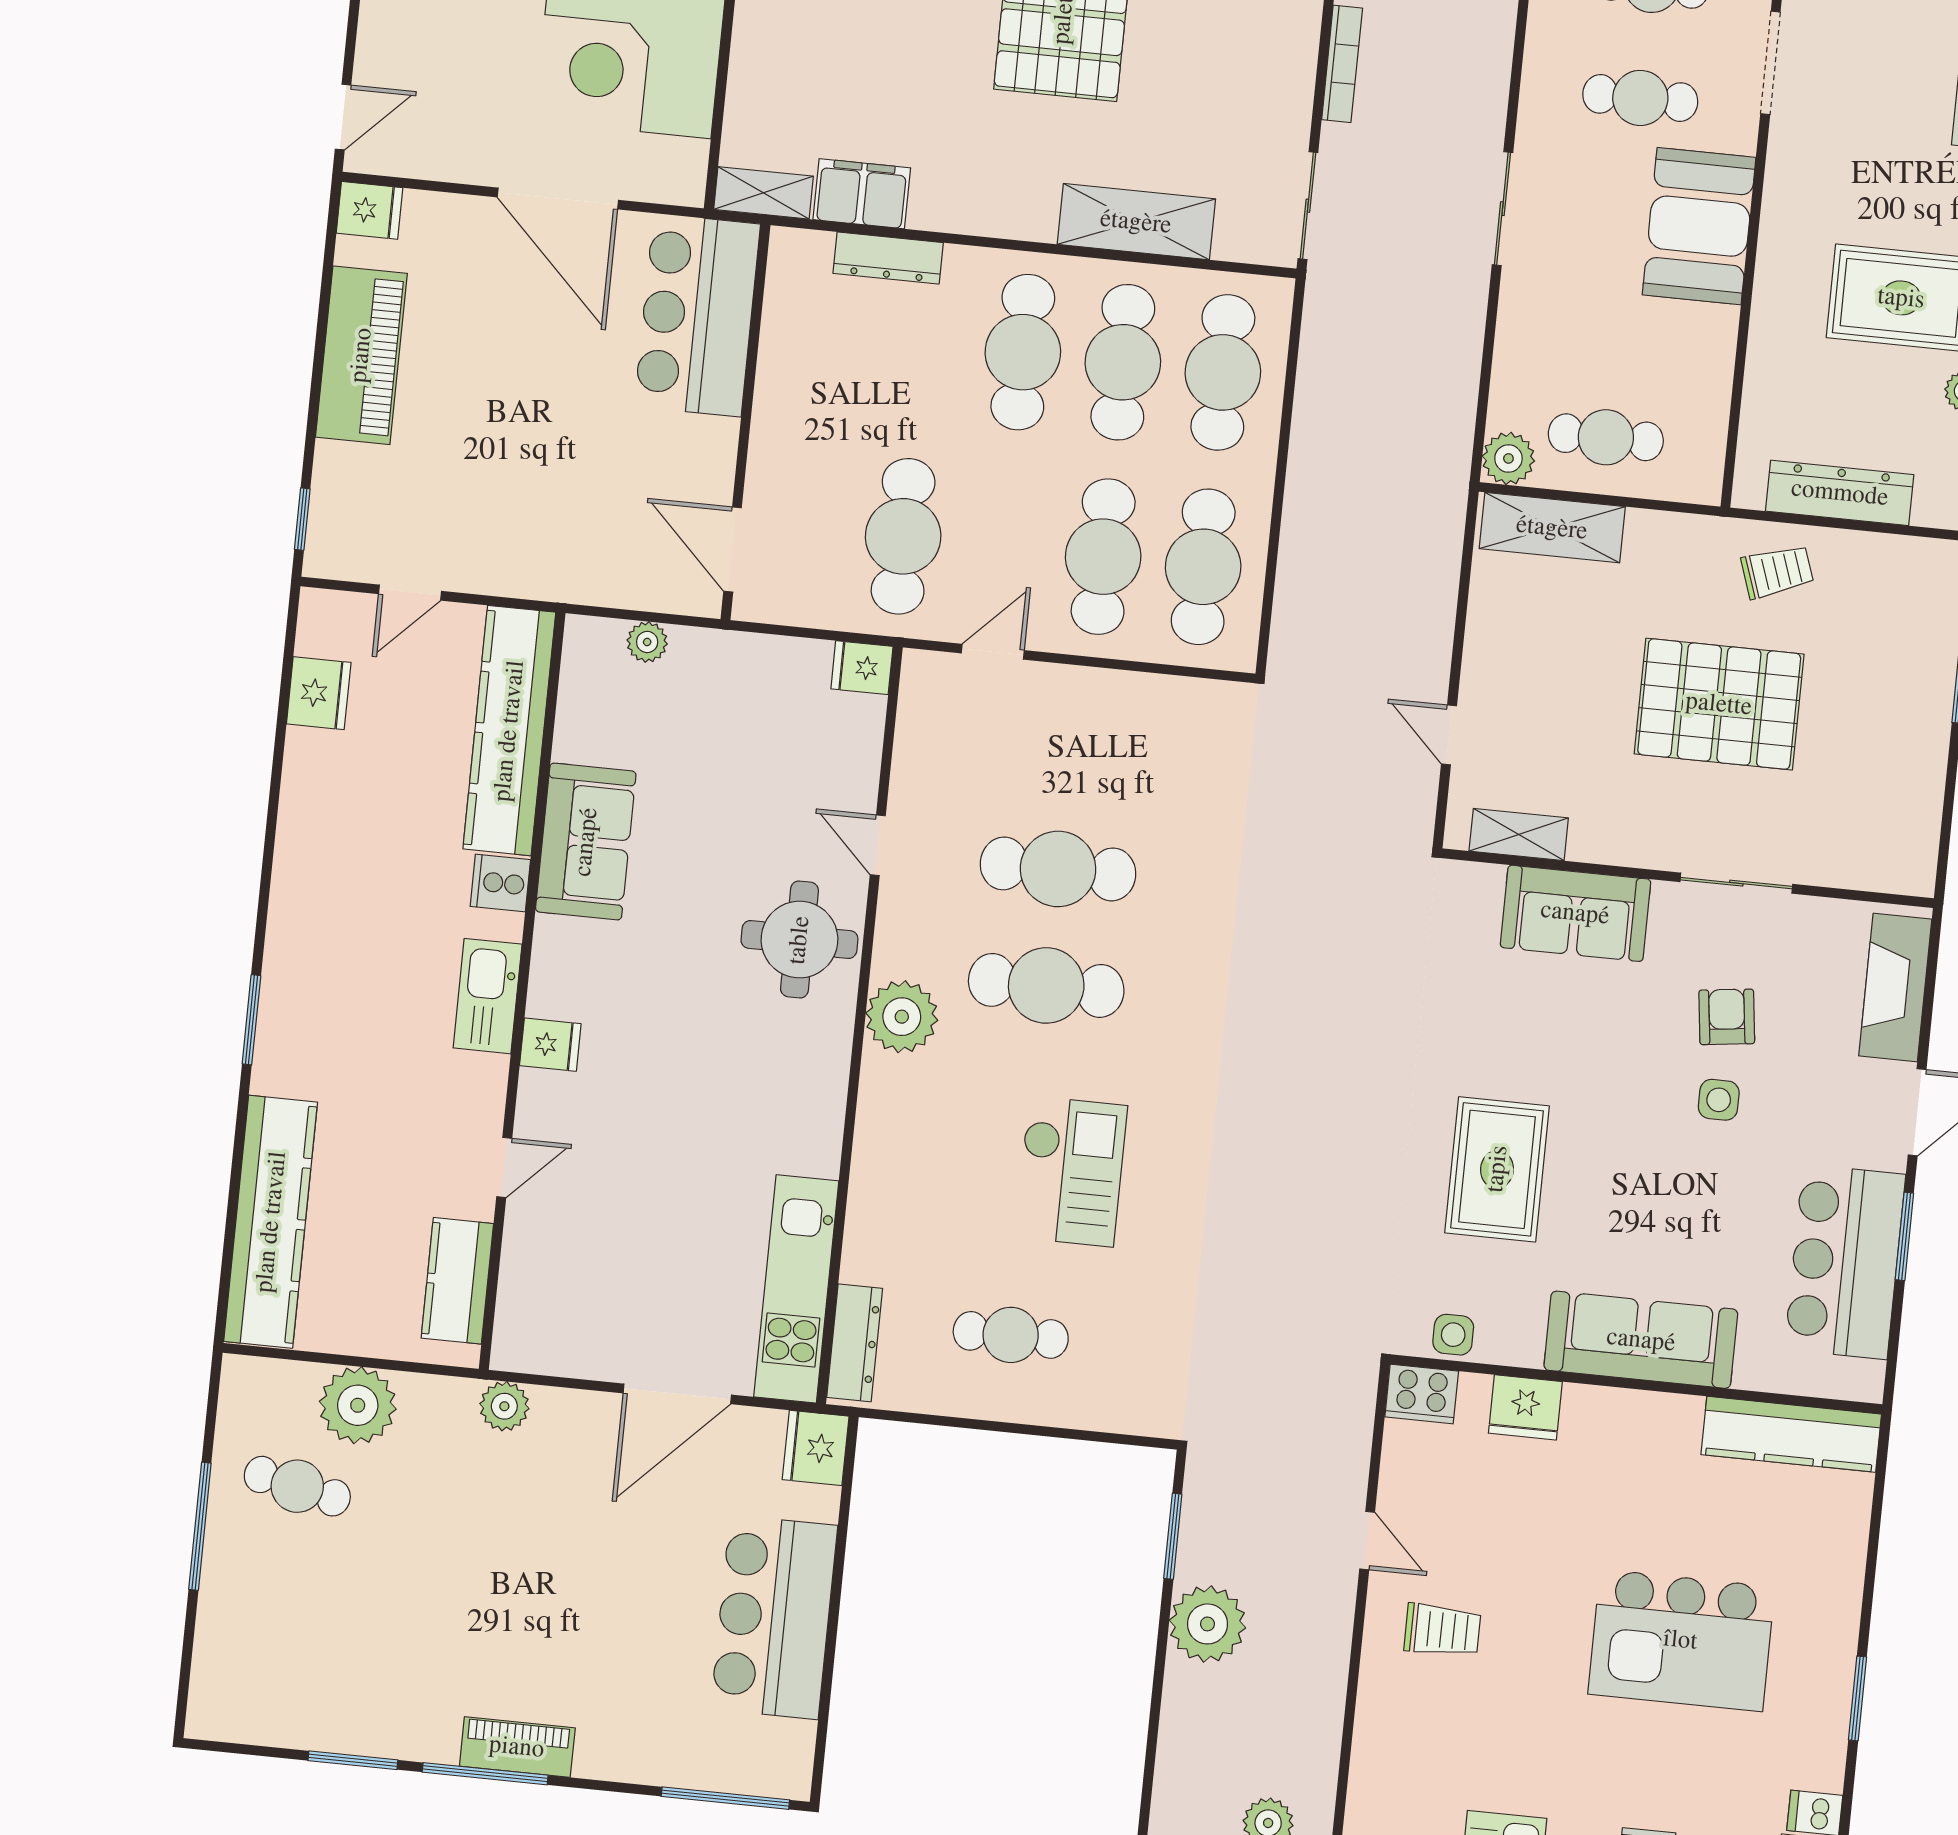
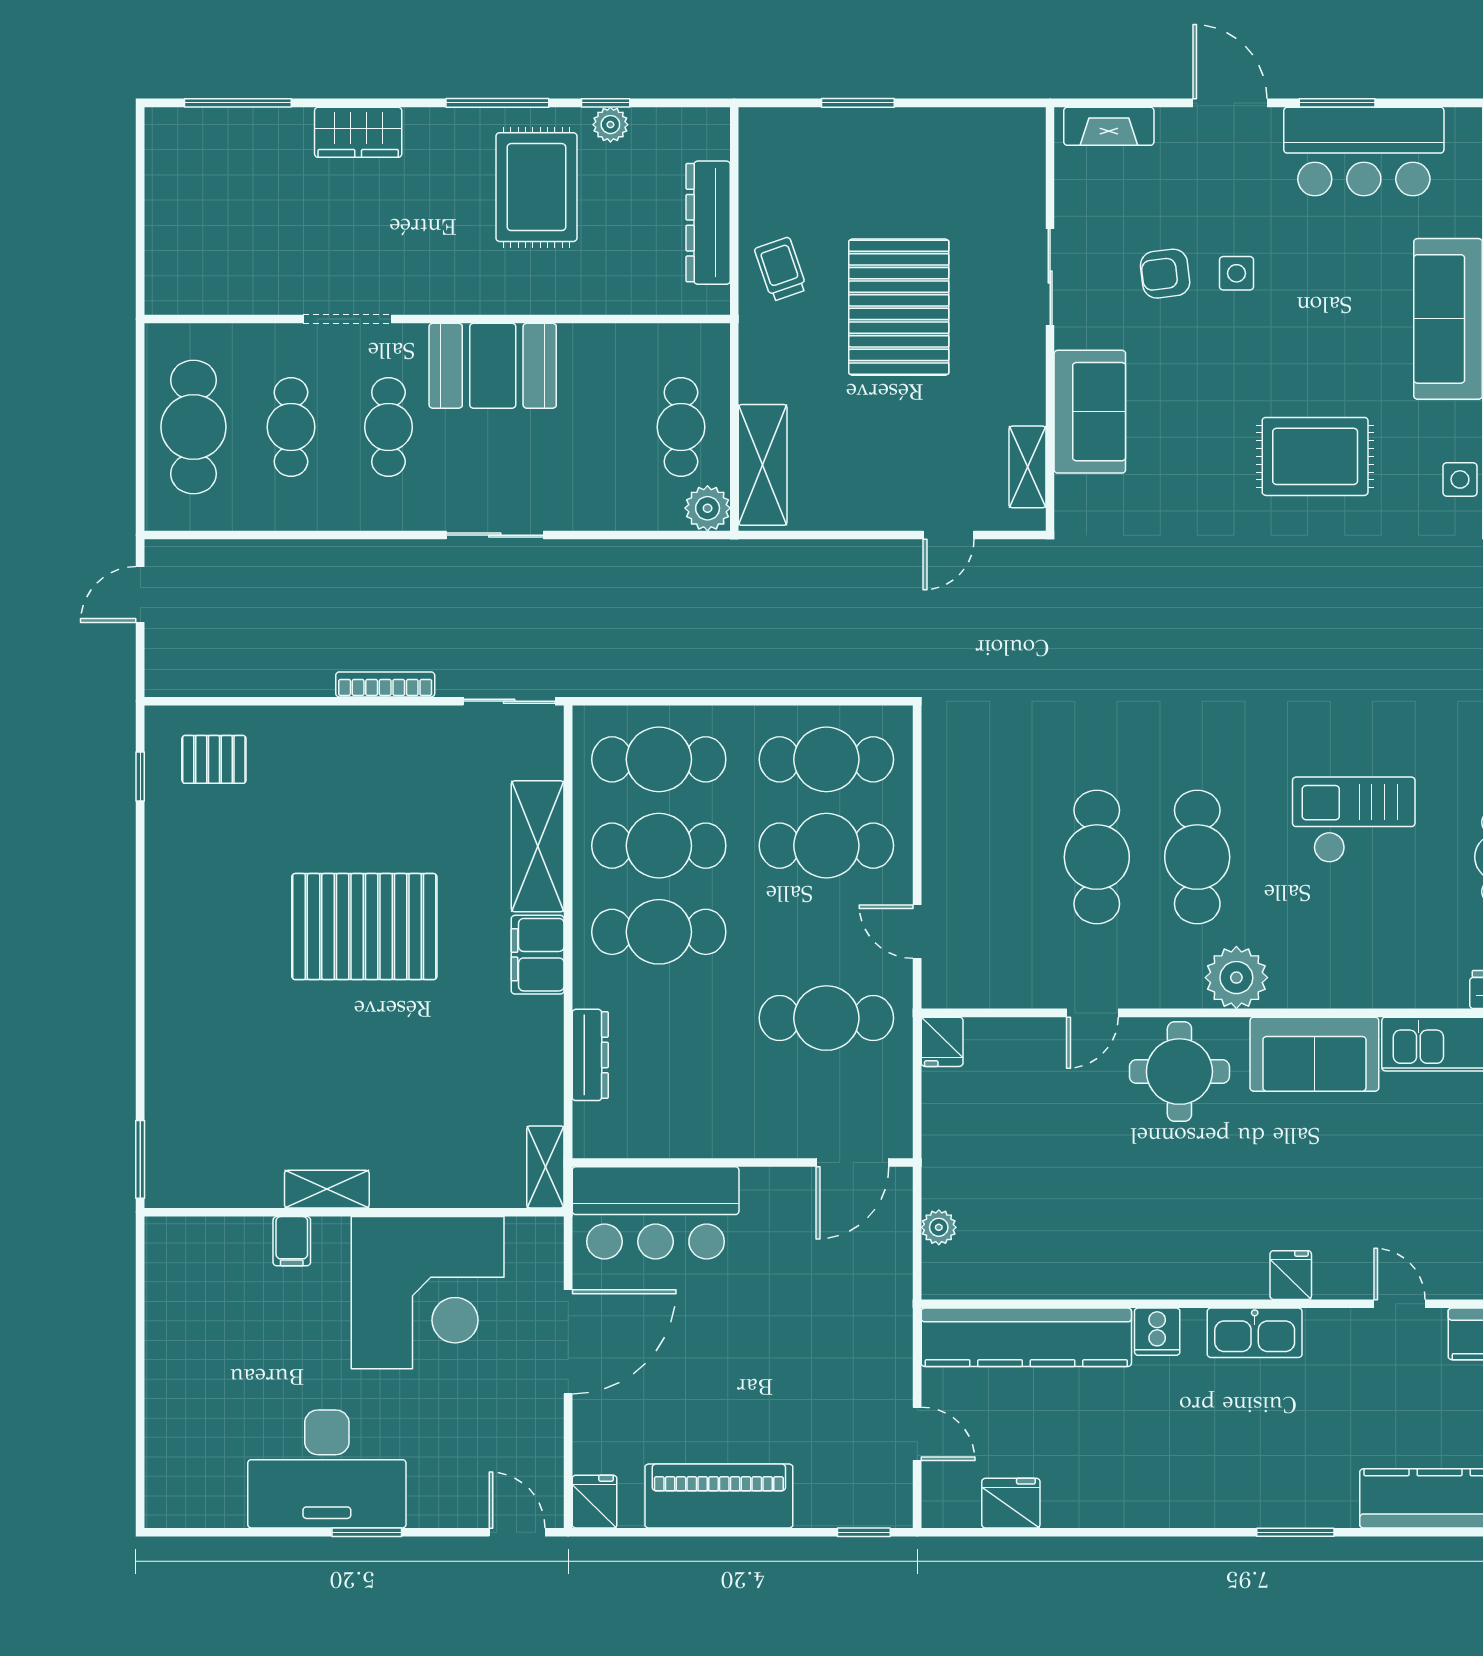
filing cabinet: (862, 194) -> (538, 955), moved
sofa: (586, 842) -> (1314, 1054), moved, turned 180
fireplace: (1895, 988) -> (1109, 126), width x0.73, depth x0.76

